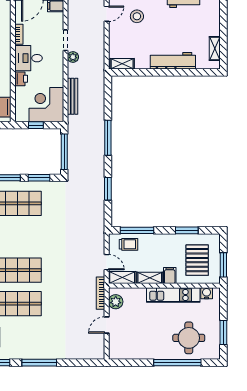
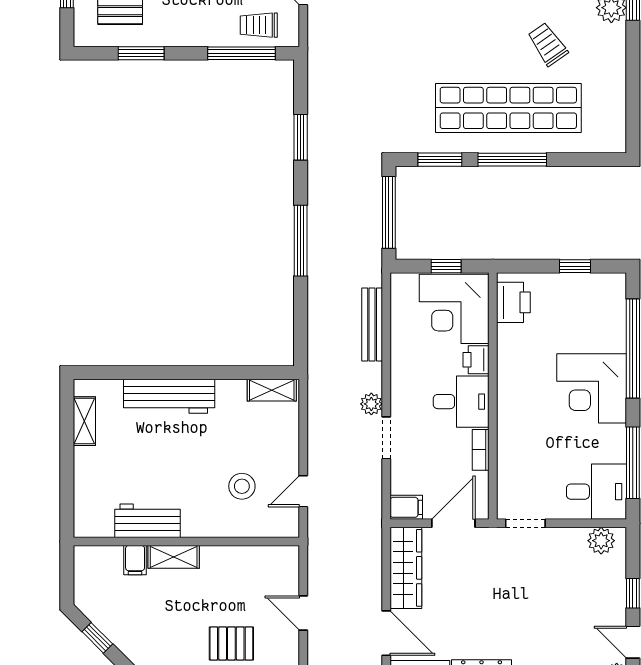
corner desk: (46, 105) -> (454, 309), moved, turned 90

